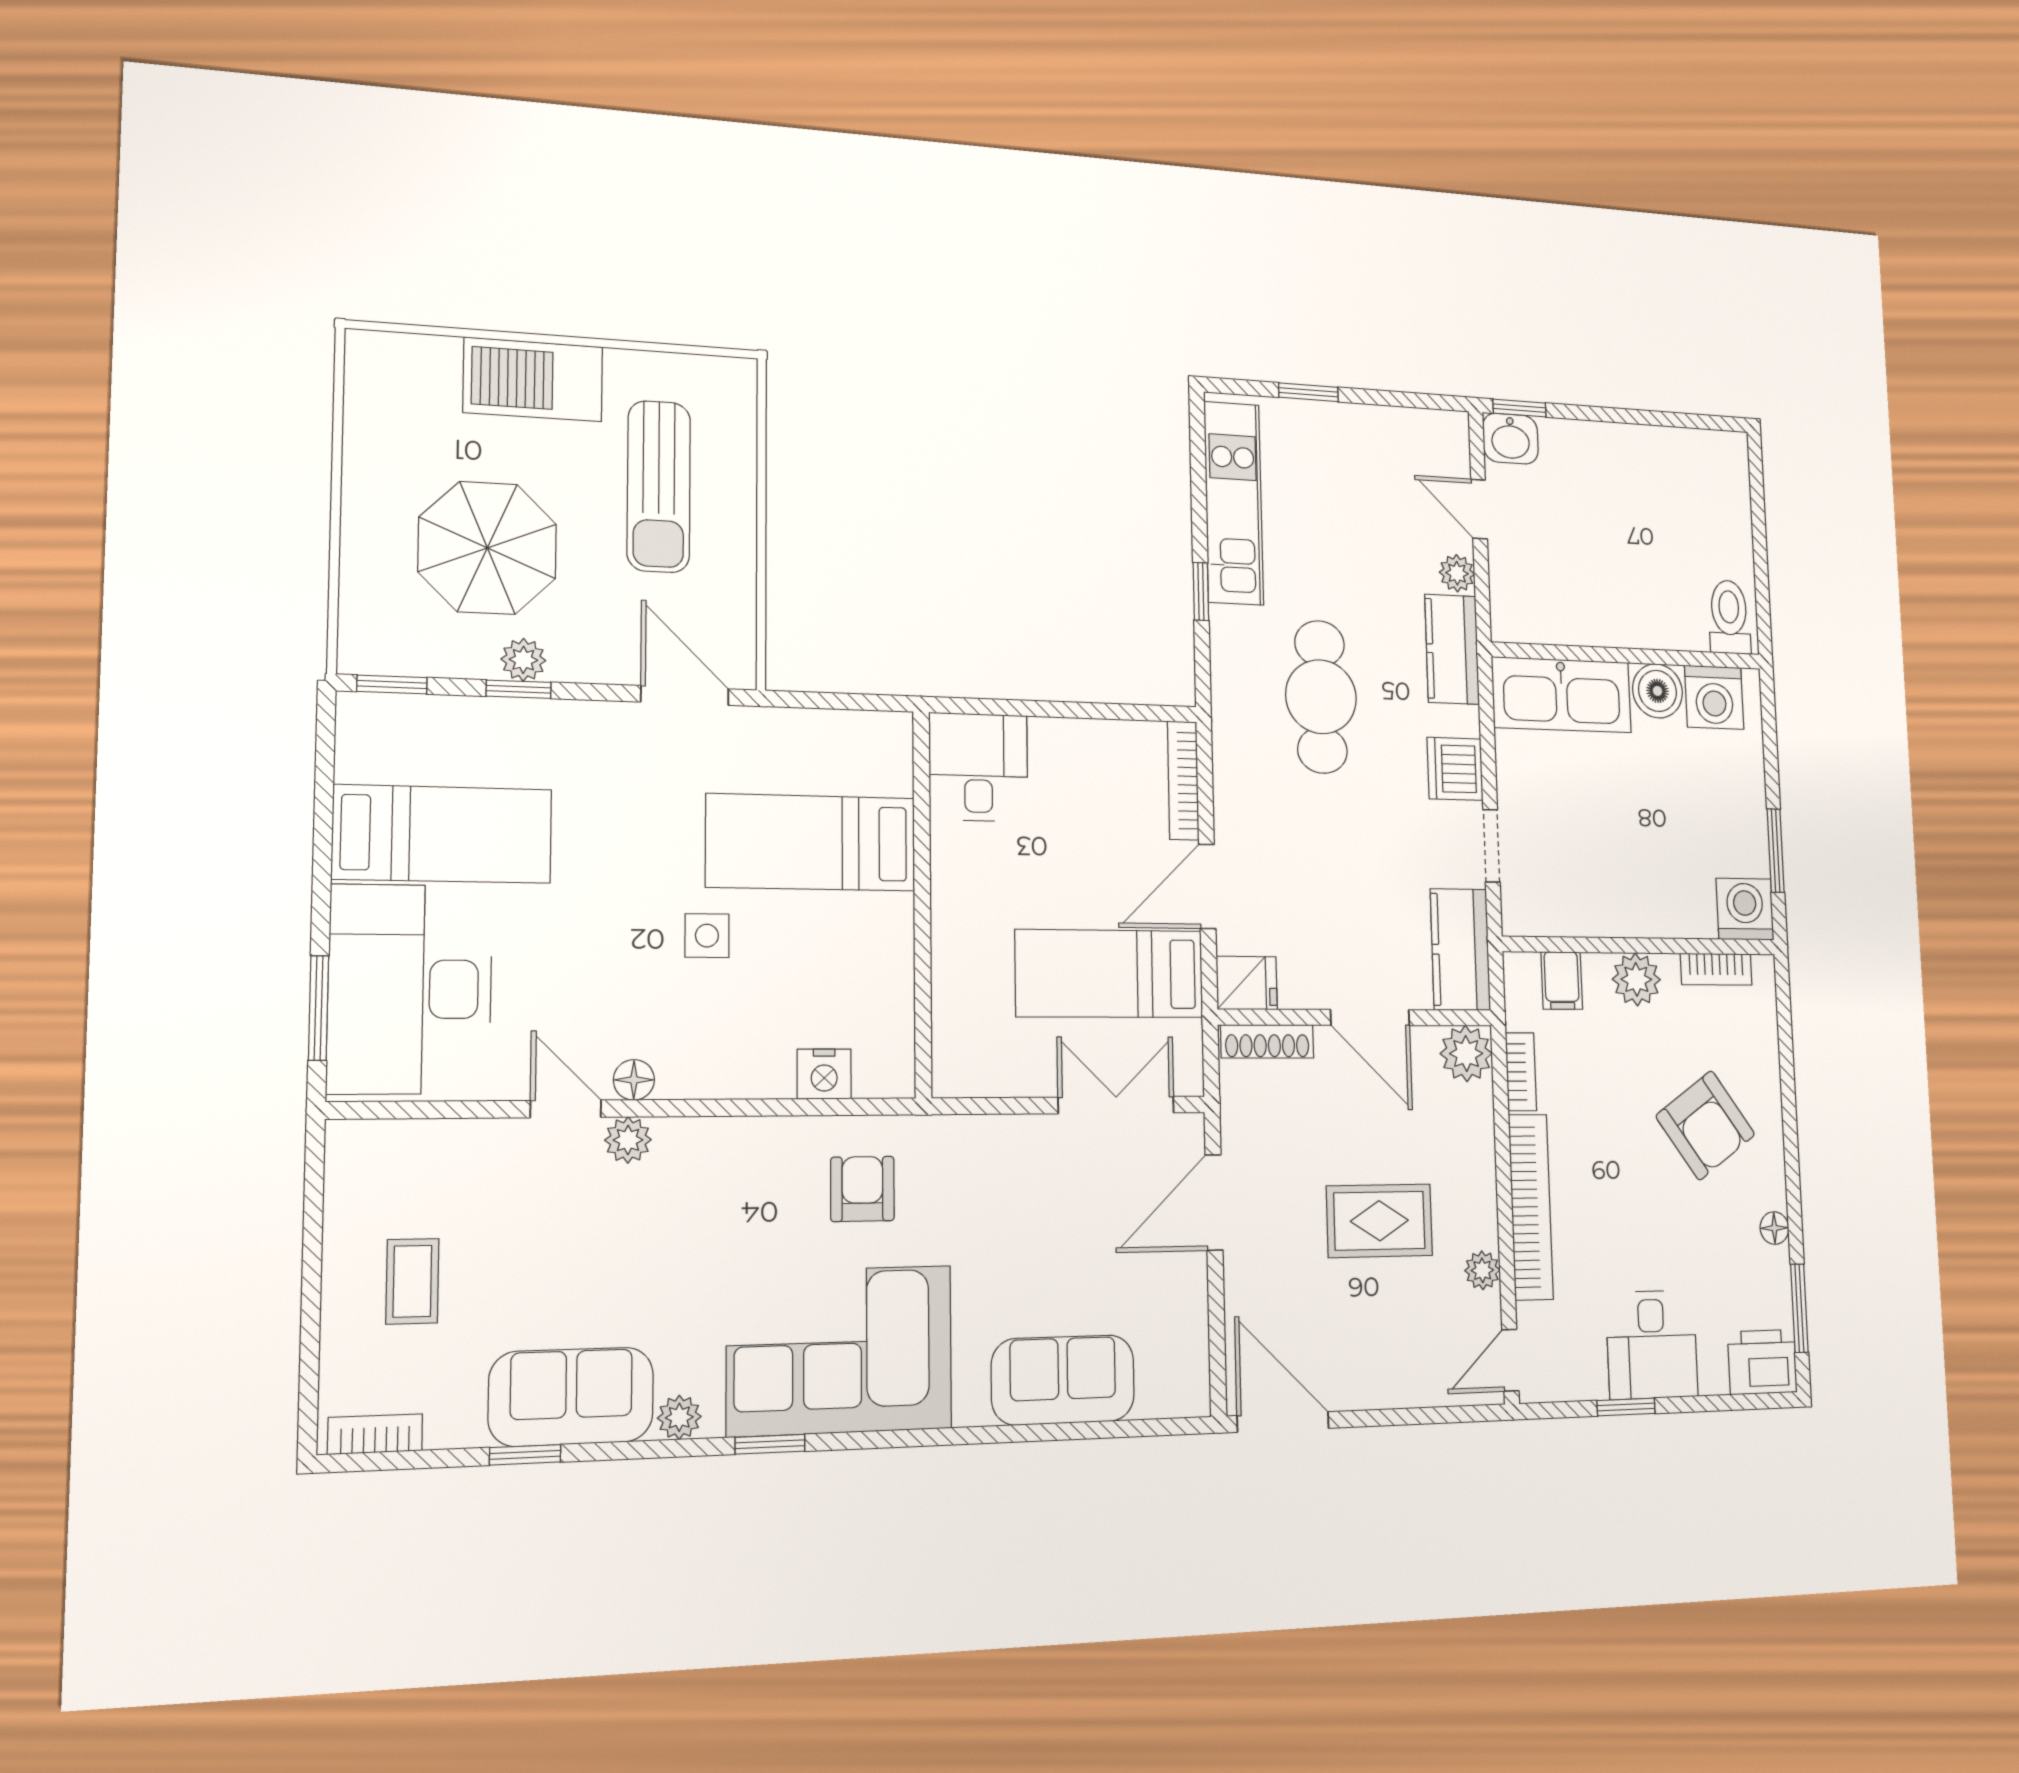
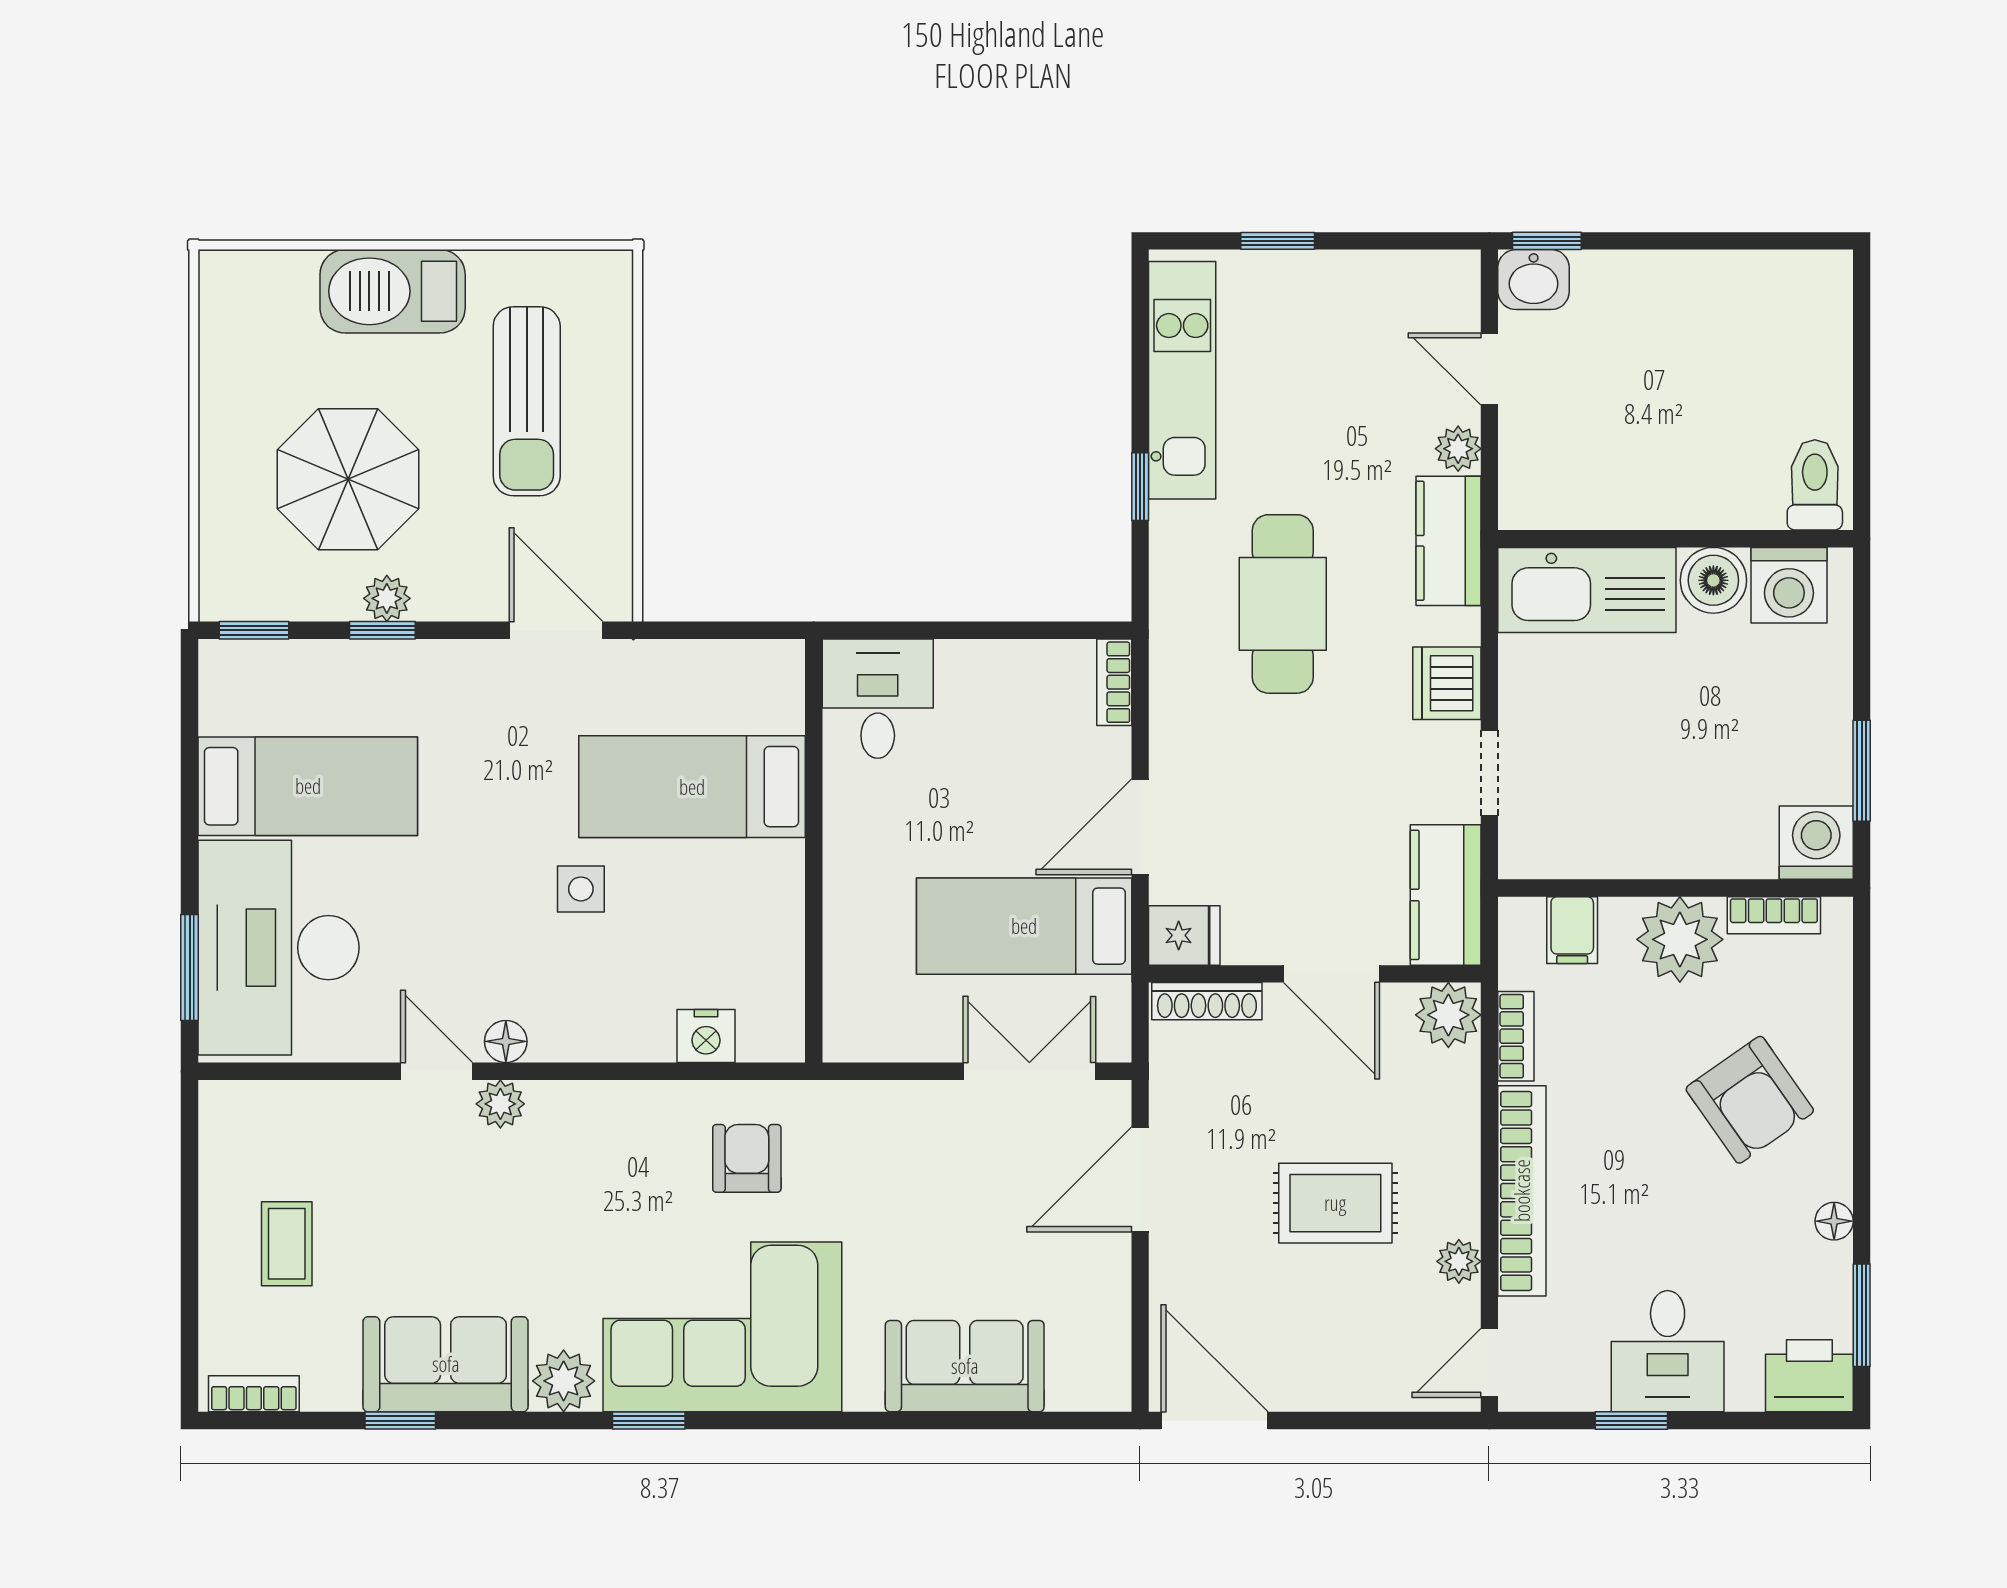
bookcase: (1183, 780) -> (1114, 682), width x0.64
plant: (1636, 979) -> (1680, 939), width x1.36, depth x1.36
plant: (679, 1417) -> (564, 1381), width x1.38, depth x1.38

